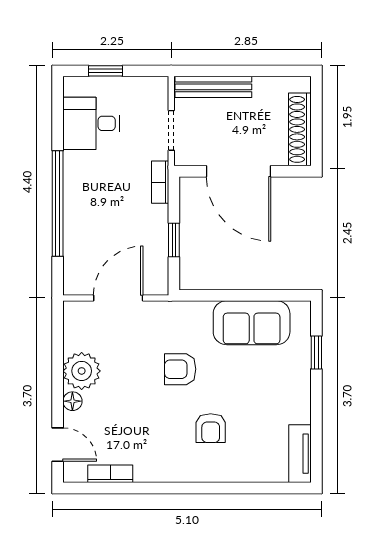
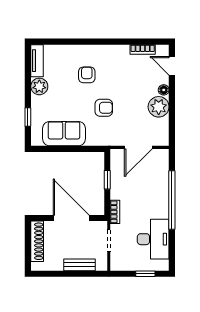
bench: (213, 87) -> (80, 265), width x0.73
desk: (91, 123) -> (153, 239), width x1.37
plant: (296, 407) -> (39, 86), added

